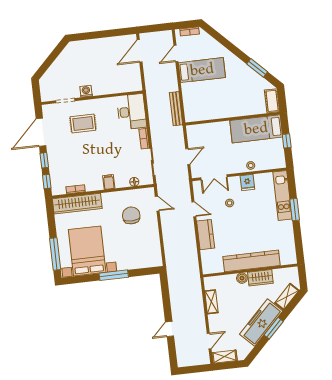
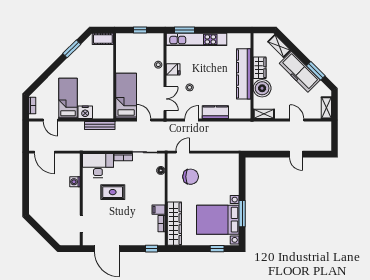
washing machine: (86, 91) -> (75, 182), moved
nightstand: (189, 91) -> (85, 112), added
rug: (83, 123) -> (113, 192), moved, turned 90
bed: (256, 129) -> (126, 96), moved, turned 180
window: (44, 160) -> (132, 249), removed
filing cabinet: (109, 182) -> (158, 210), moved
kitchen unit: (282, 196) -> (196, 39), width x1.36
window: (295, 210) -> (185, 30), moved
chair: (131, 215) -> (191, 177), turned 180
window: (55, 254) -> (217, 249), width x0.46
window: (114, 275) -> (242, 214), moved
boiler: (242, 278) -> (262, 88), width x1.86, depth x1.86
shelving: (211, 302) -> (264, 114), moved
window: (274, 328) -> (316, 71), moved
door: (209, 341) -> (297, 120), moved

